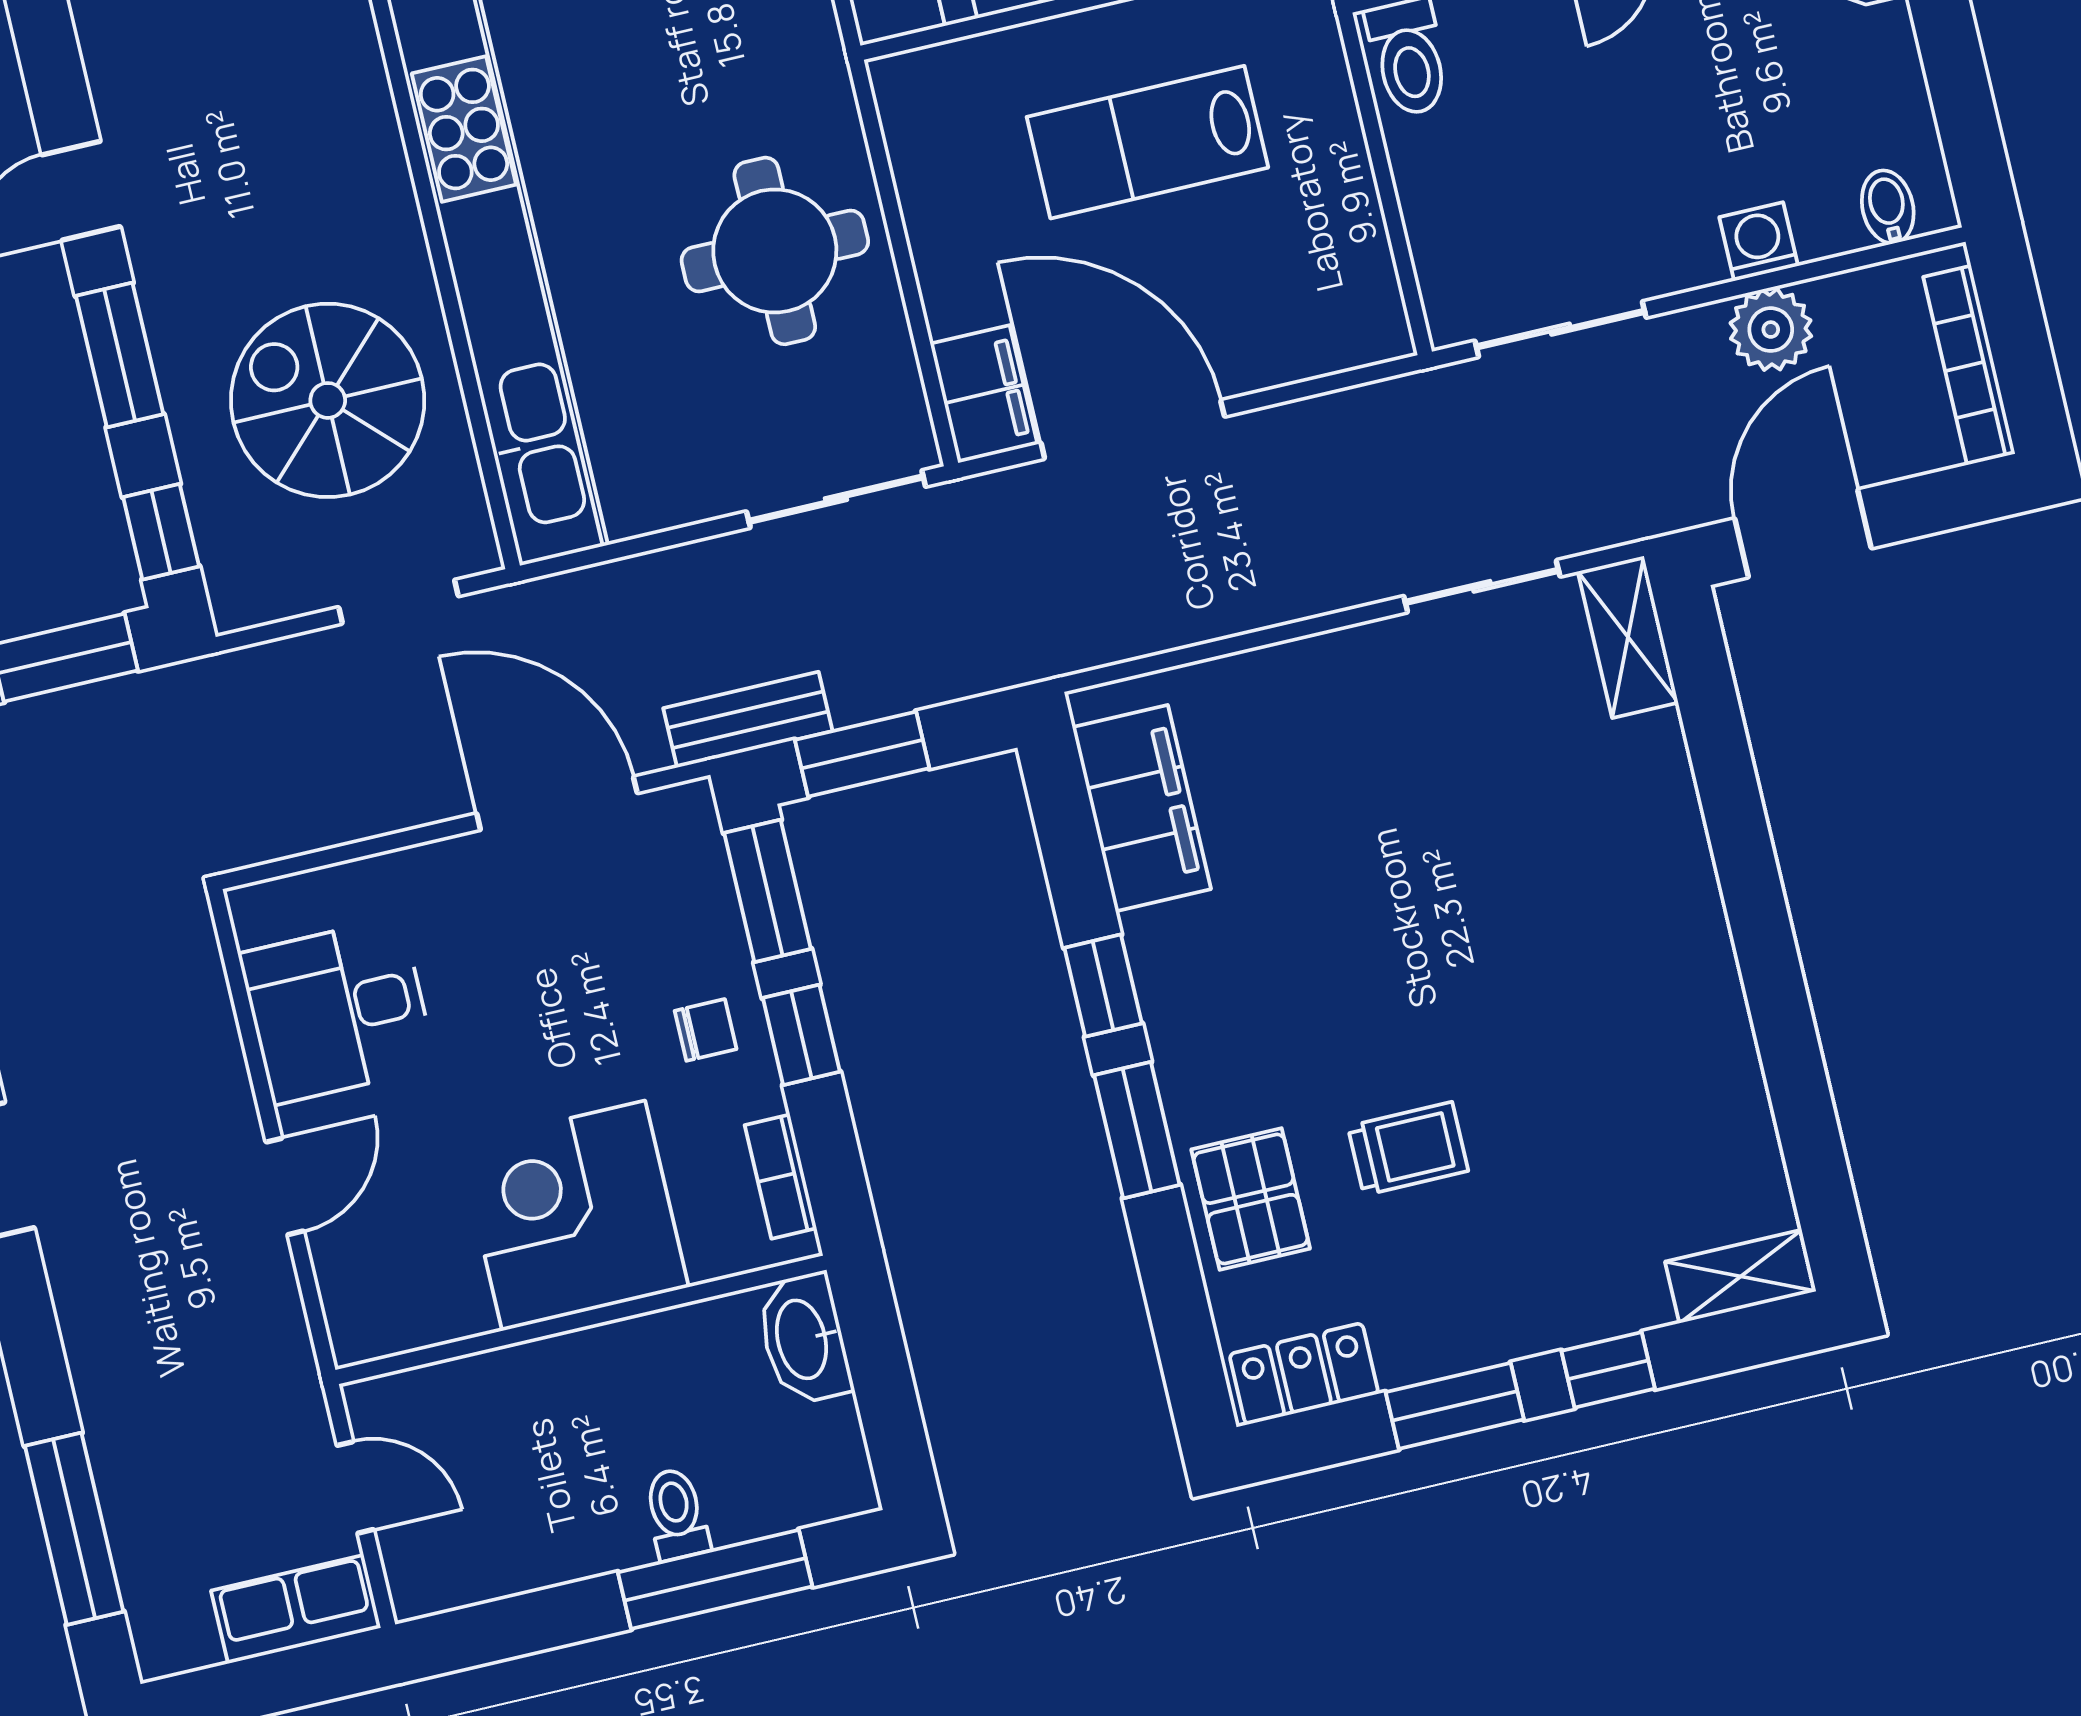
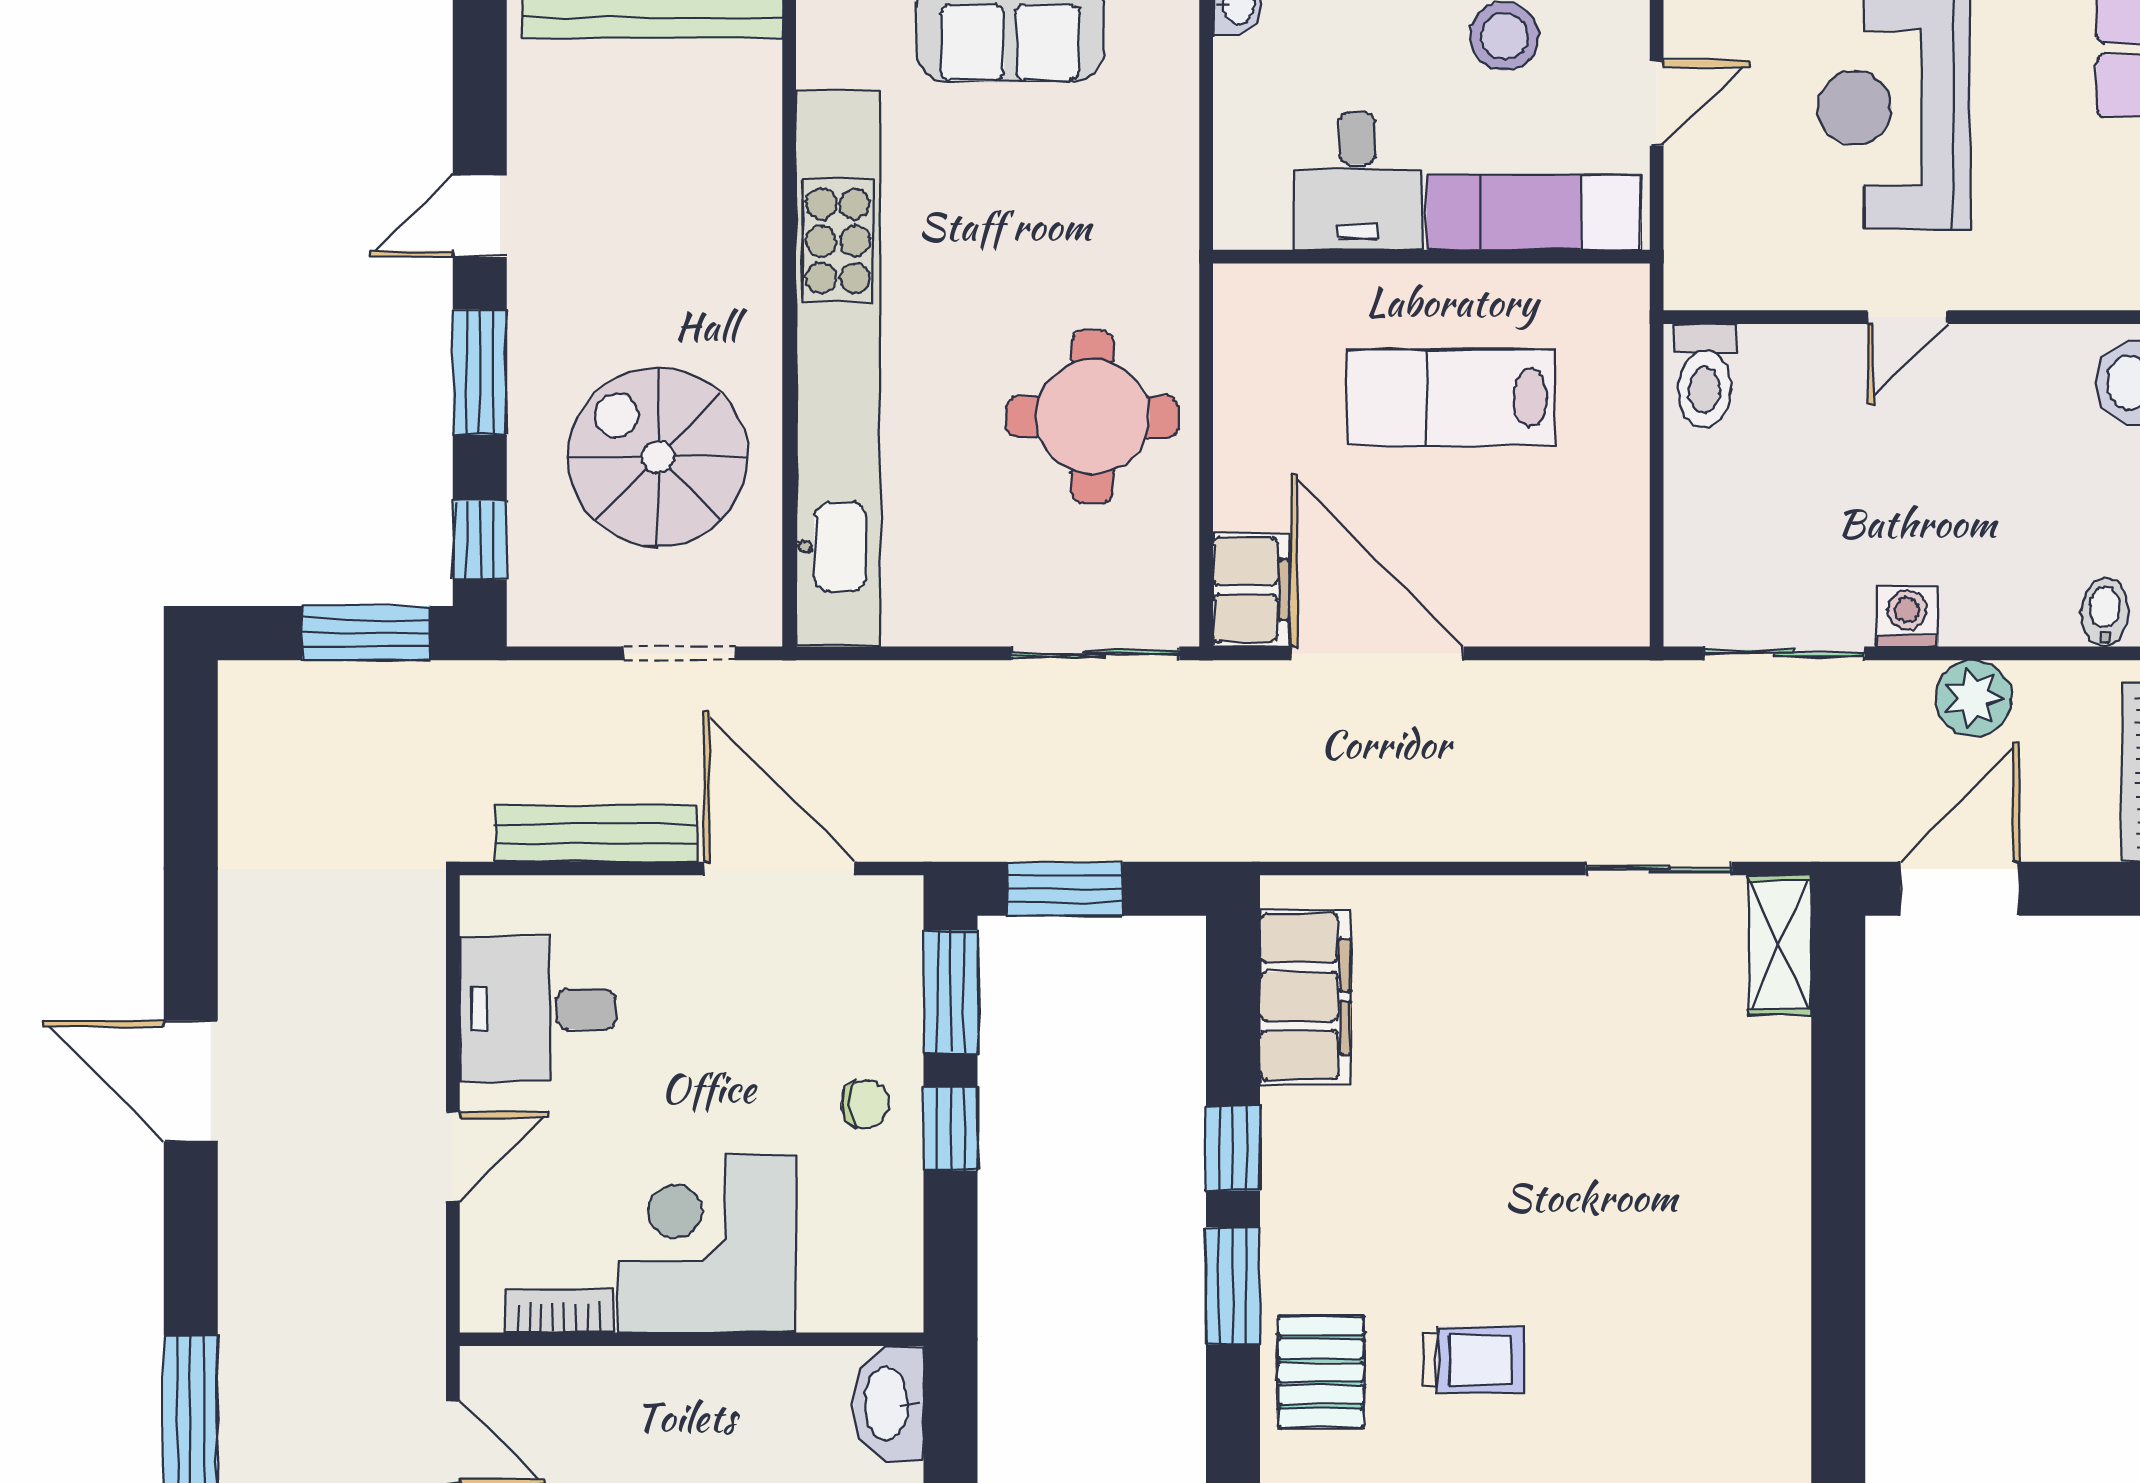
washing machine: (1759, 241) -> (1907, 616), moved
bench: (748, 720) -> (596, 834), moved, width x1.36
bookcase: (781, 1177) -> (559, 1311), moved, turned 90

